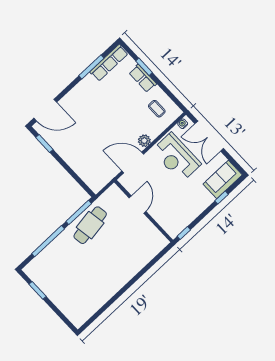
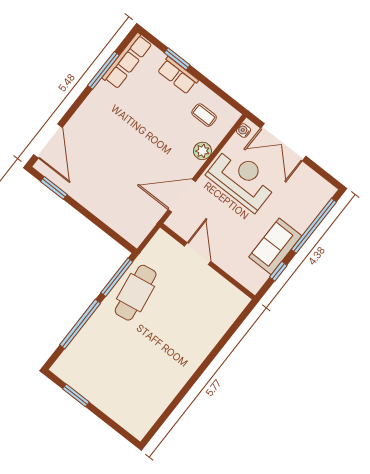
door: (45, 110) -> (48, 141), hinge flipped
plant: (144, 141) -> (202, 151), moved
reception desk: (176, 157) -> (242, 179), turned 180
sofa: (223, 179) -> (275, 246), moved
window: (222, 198) -> (314, 226), width x3.17
window: (184, 233) -> (278, 271), moved

